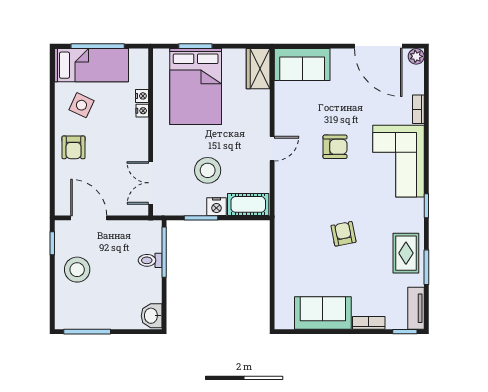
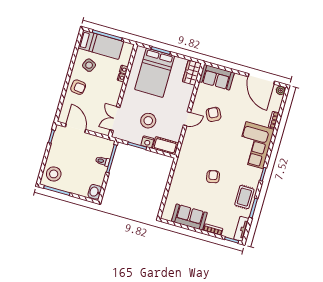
armchair: (73, 147) -> (78, 87), turned -83
armchair: (335, 147) -> (214, 114), moved, turned -117
stool: (77, 270) -> (54, 174), moved

